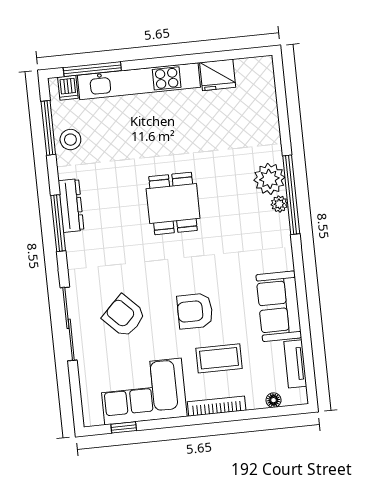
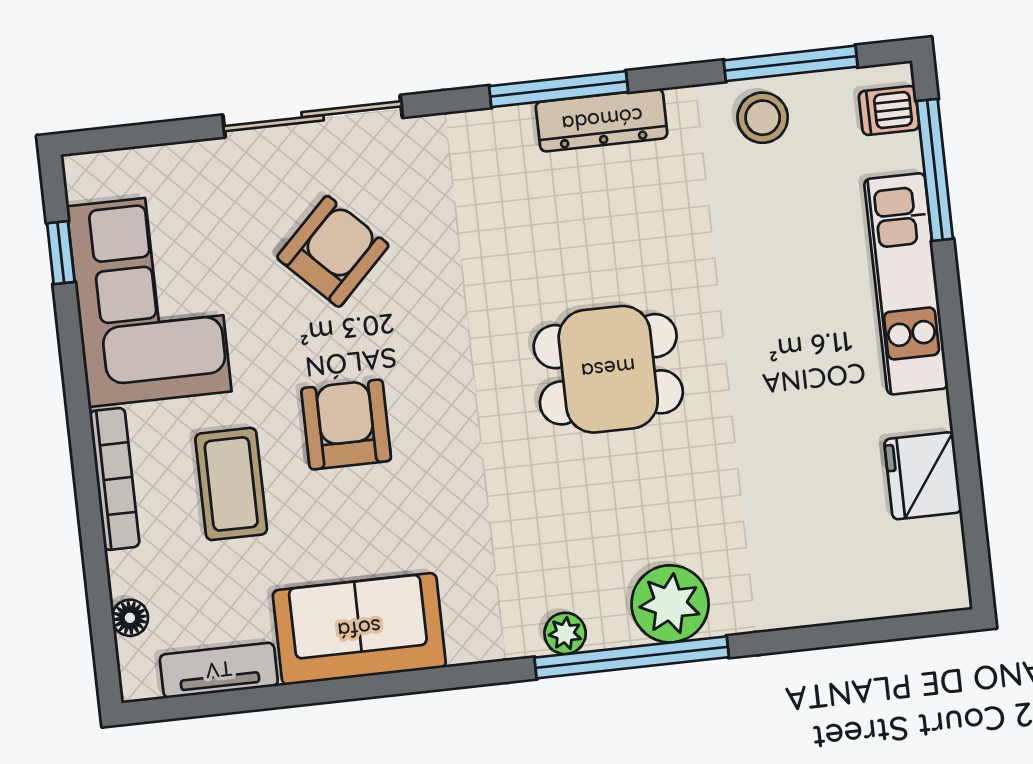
kitchen unit: (139, 81) -> (906, 284), width x0.73
plant: (279, 204) -> (565, 633), moved

